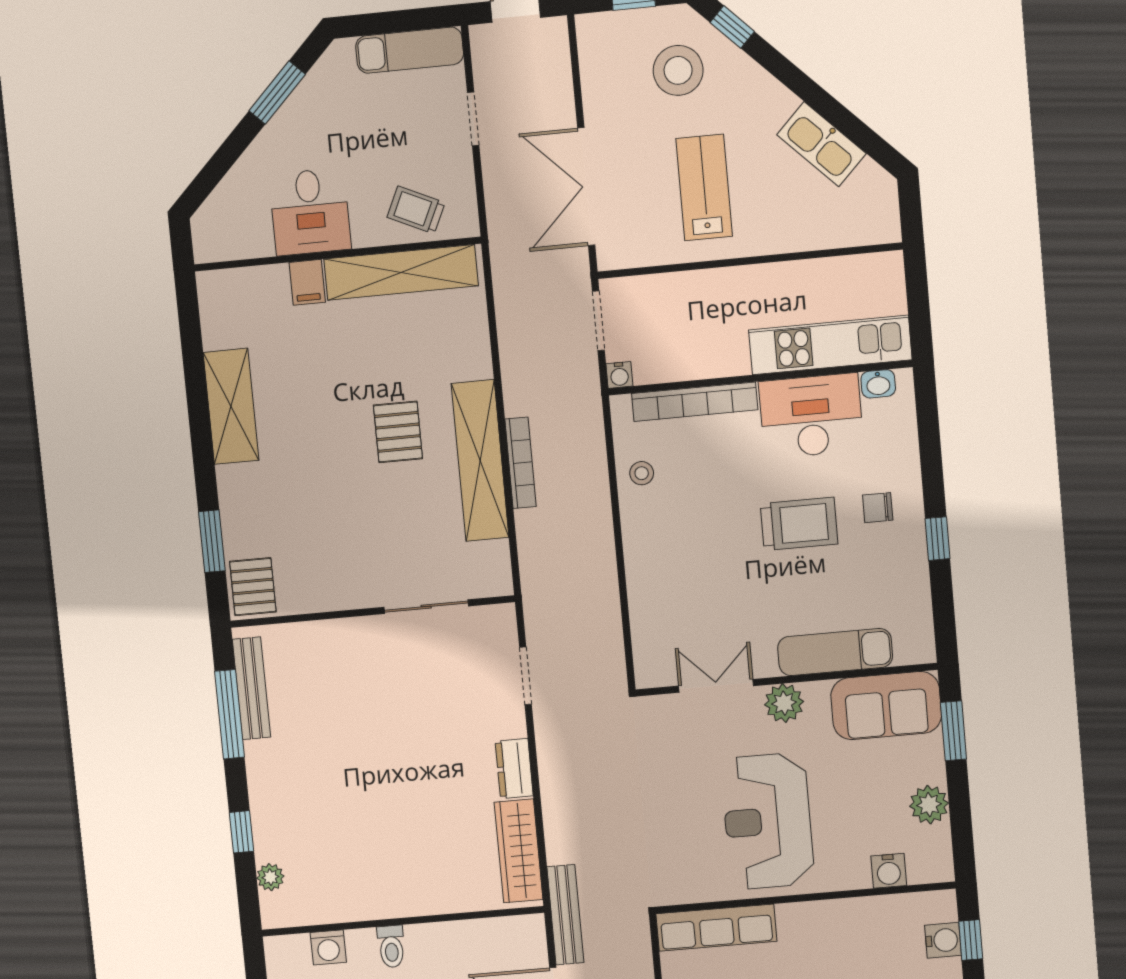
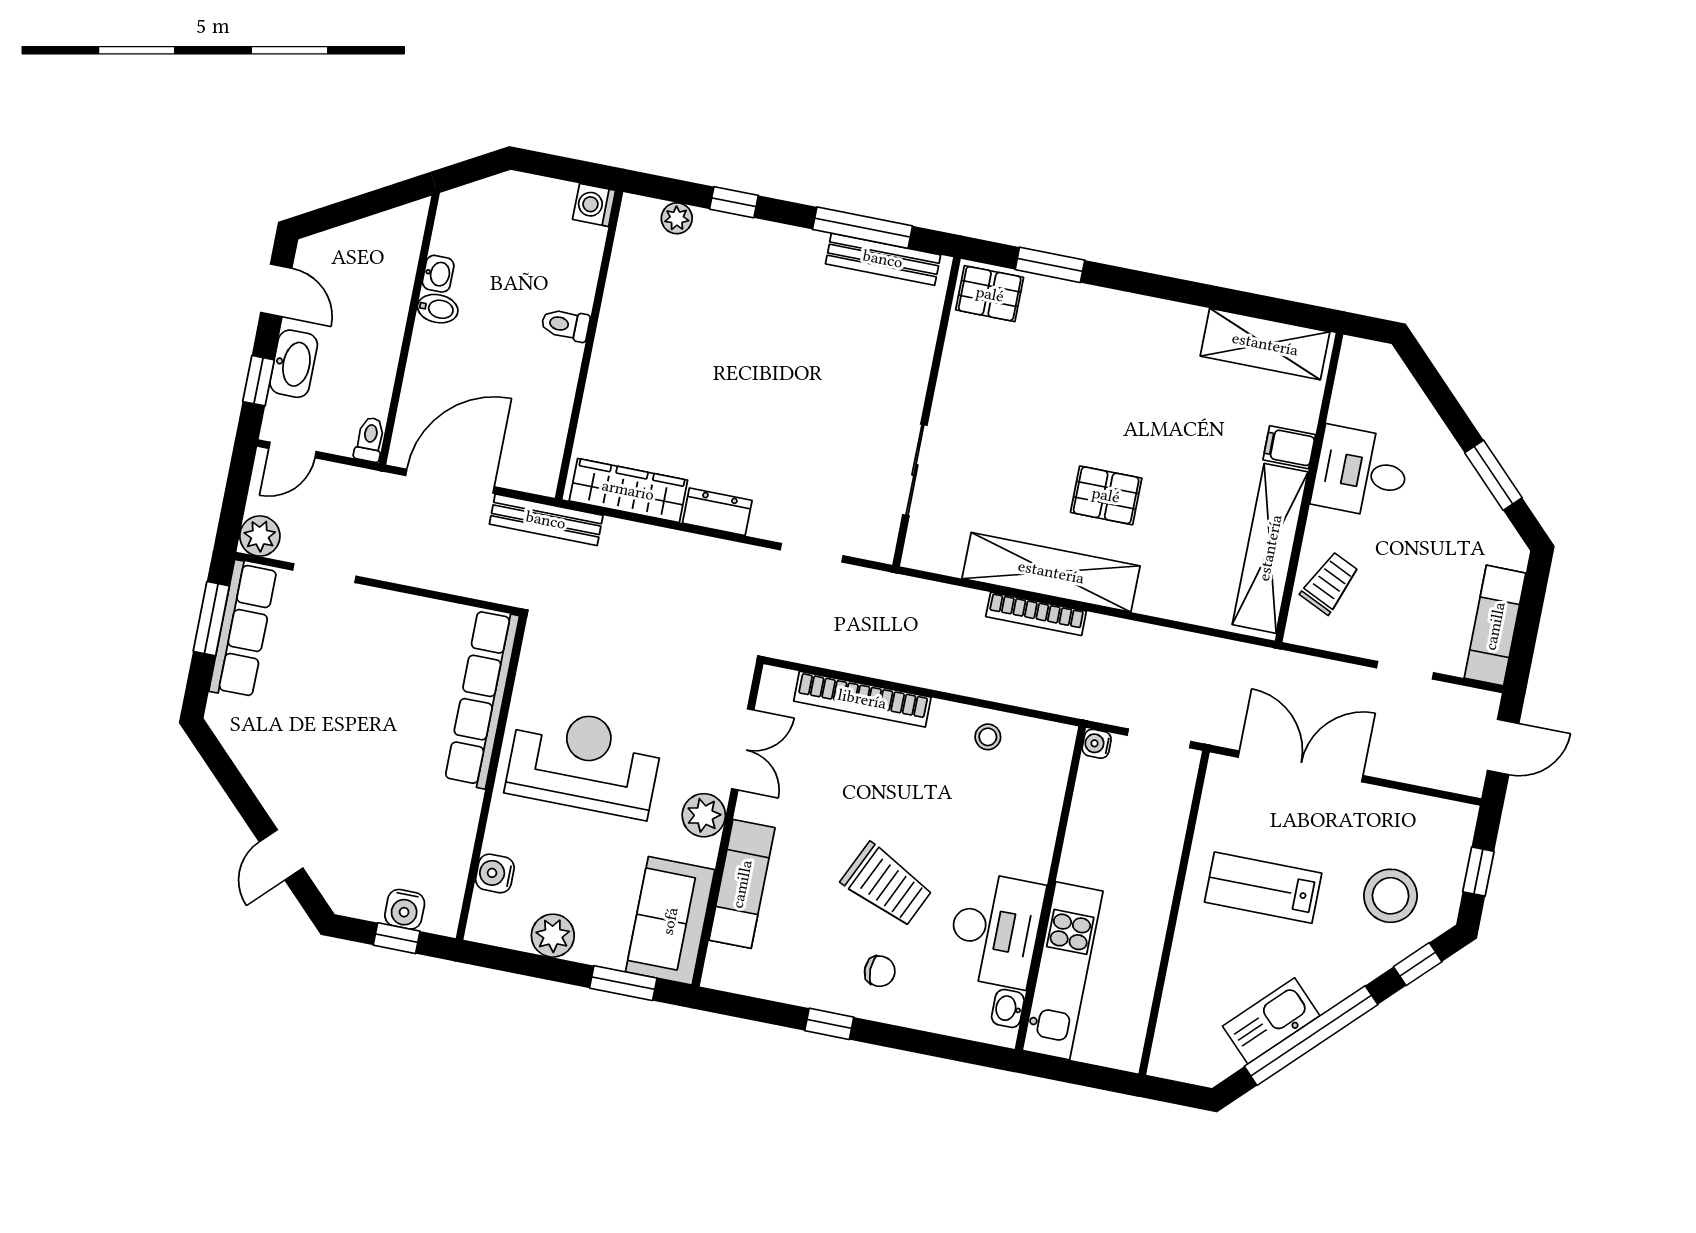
window: (824, 104) -> (1311, 1036), added
lab bench: (704, 187) -> (1263, 888), turned 180
bookcase: (695, 402) -> (862, 699), moved, turned -90
shelving: (231, 406) -> (1265, 344), moved
chair: (878, 508) -> (880, 971), turned 90
trolley: (799, 524) -> (887, 885), turned -65
row of seats: (716, 928) -> (482, 698), width x1.36
washing machine: (328, 947) -> (594, 205), moved

